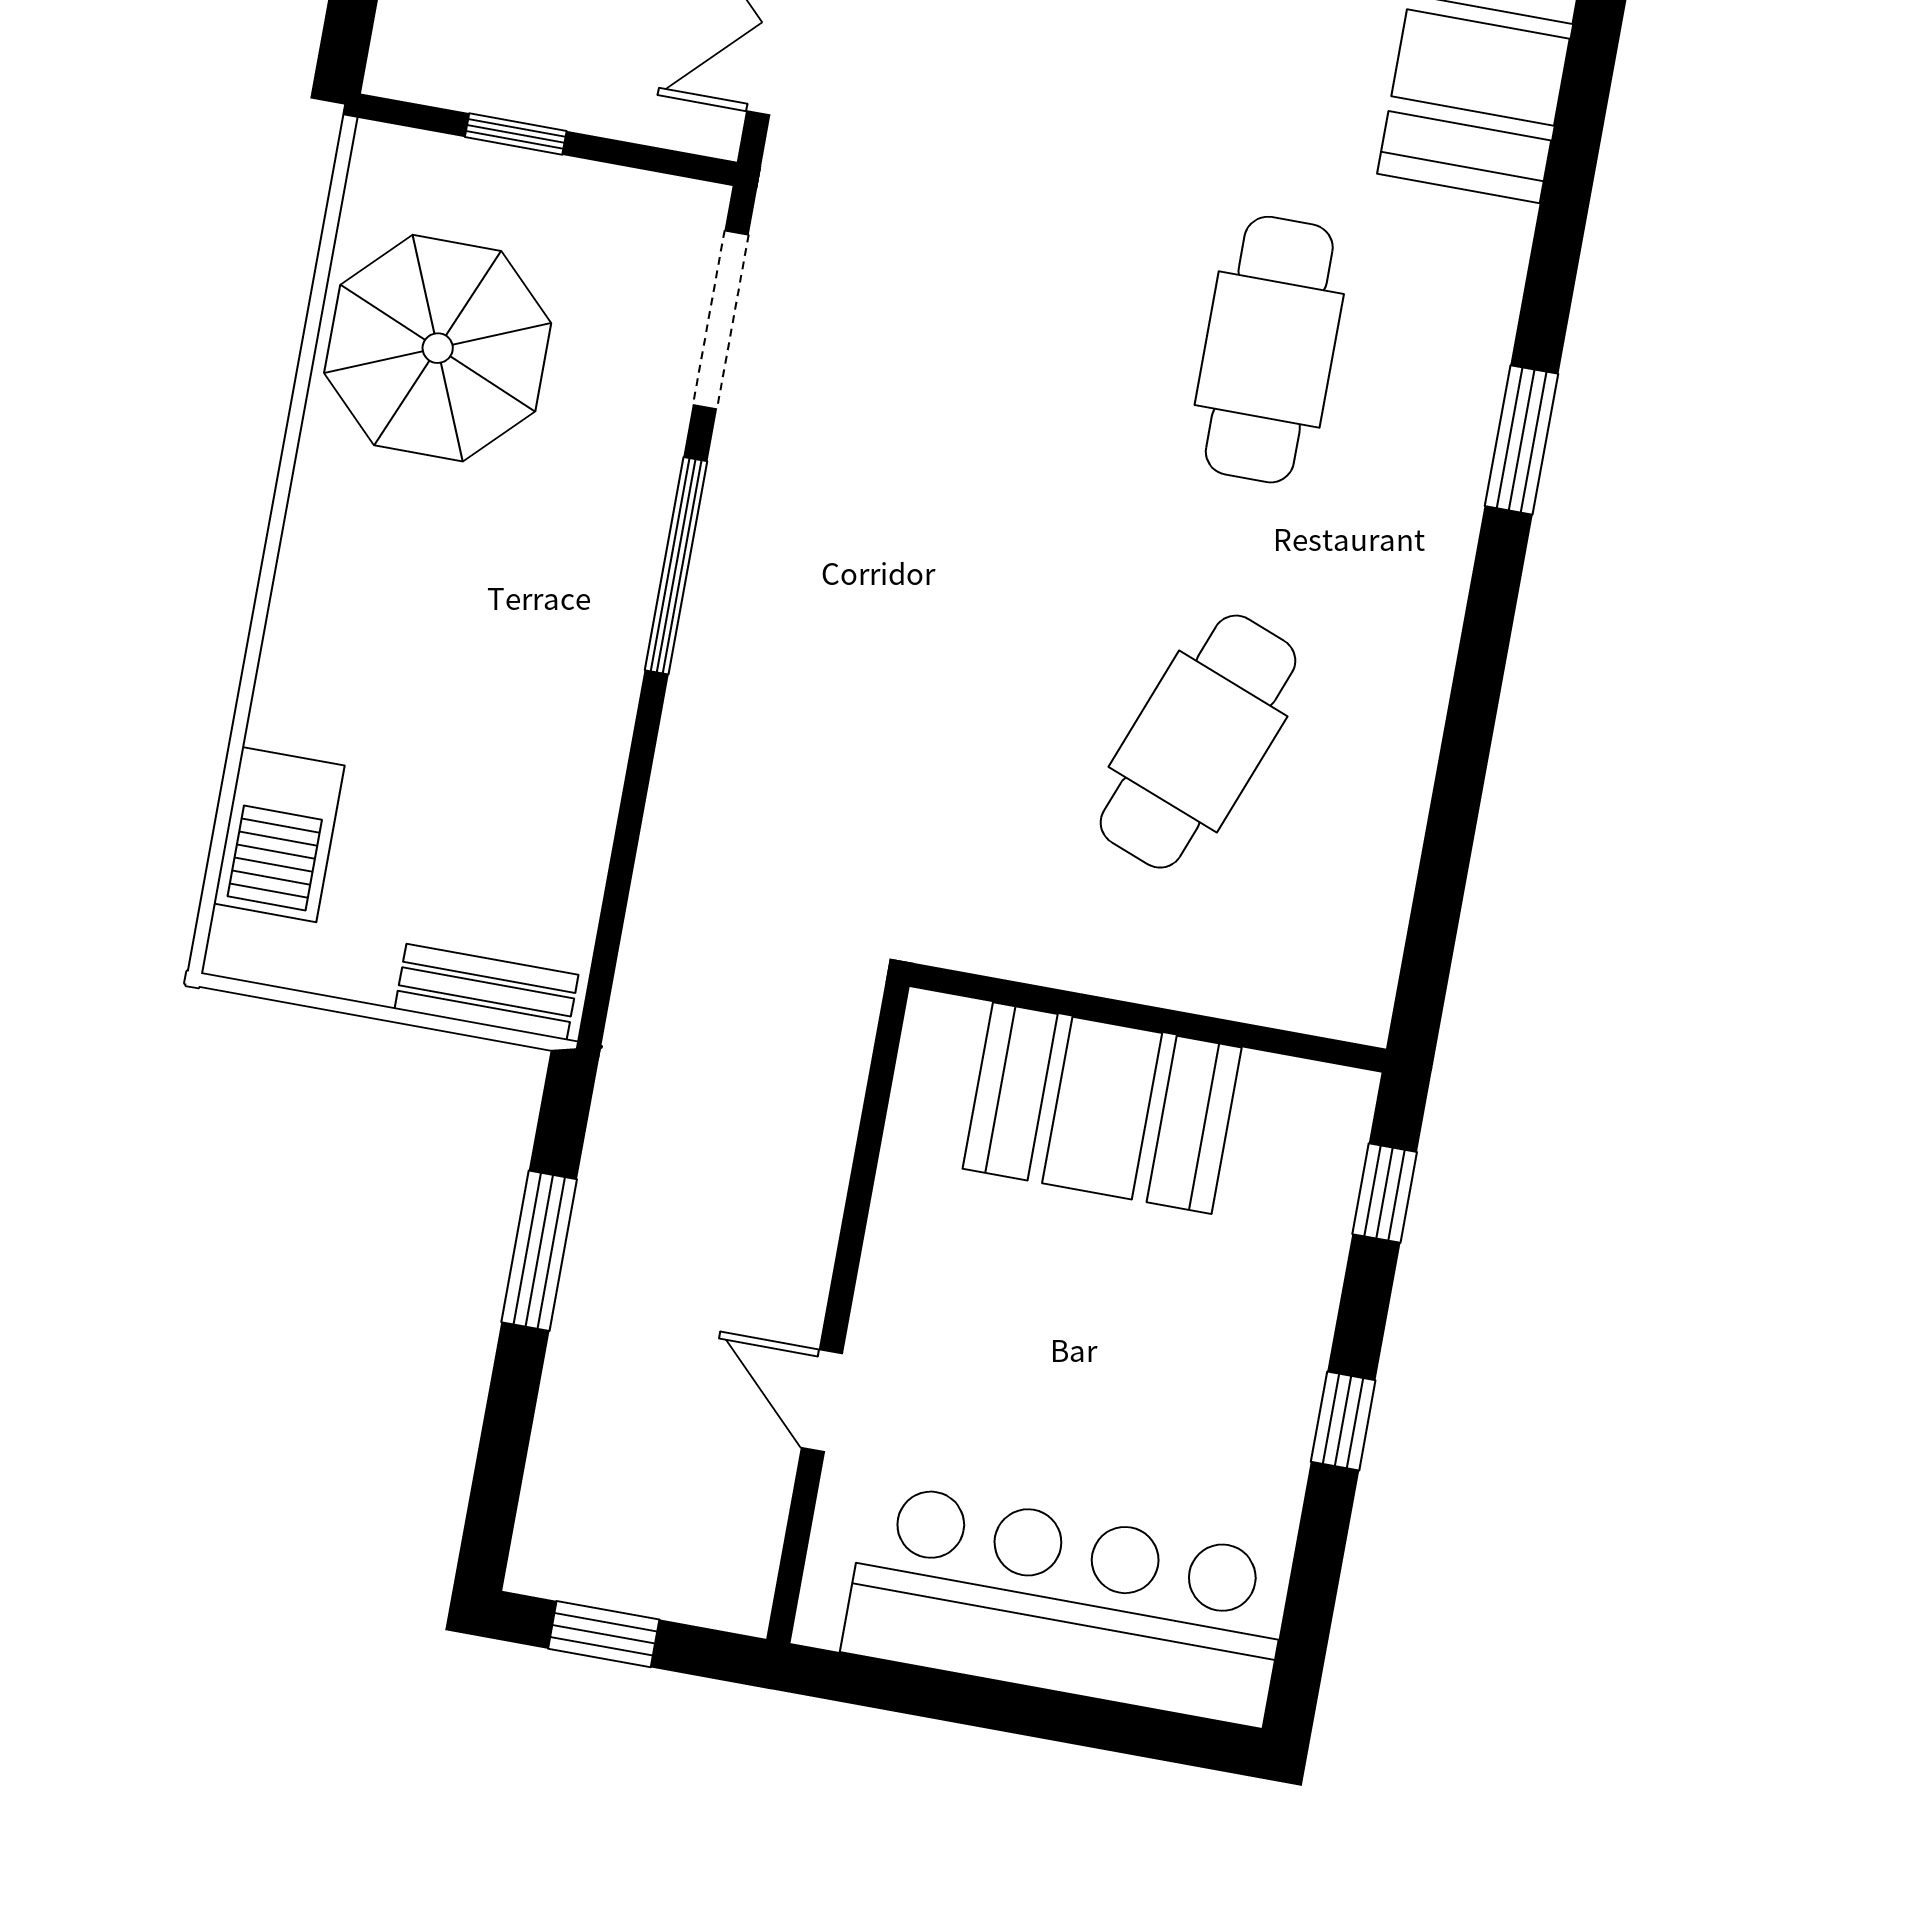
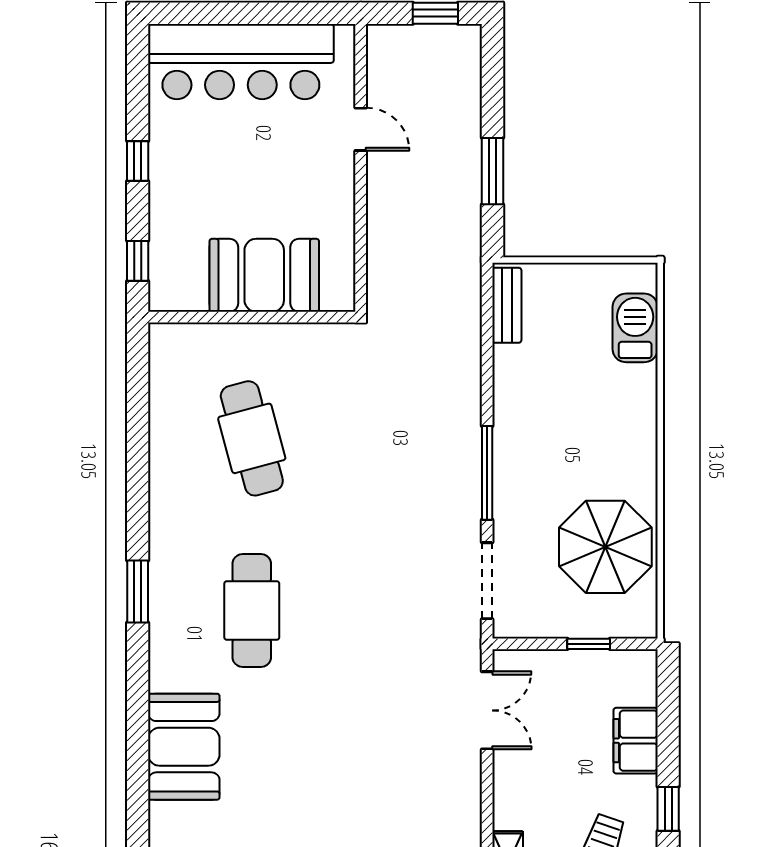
cafe table: (1198, 742) -> (252, 438), turned -36
bench: (487, 992) -> (507, 305), moved, turned 90

